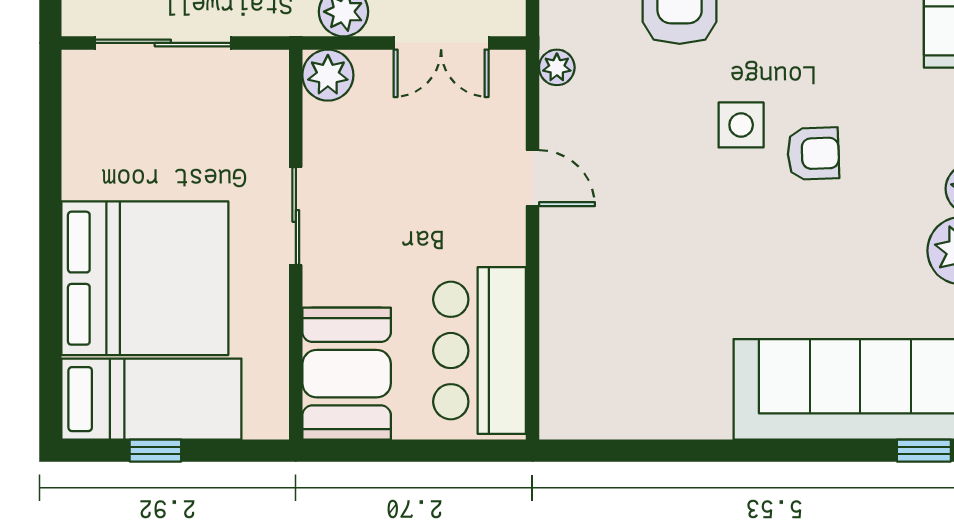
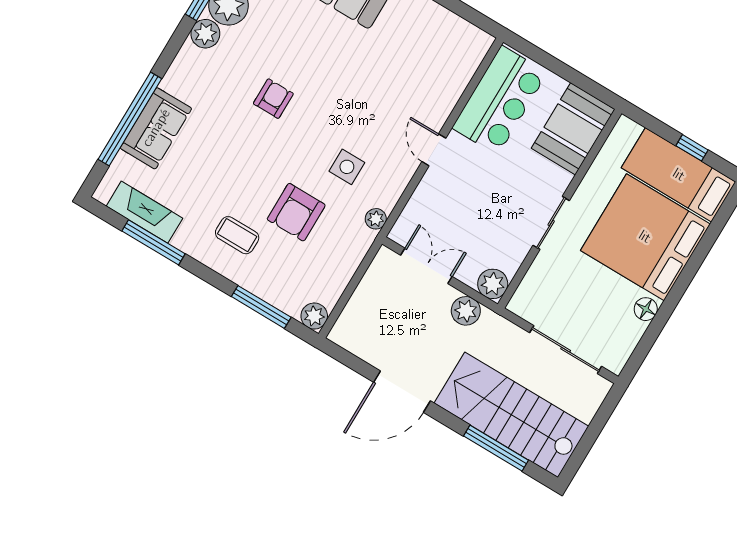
side table: (741, 125) -> (347, 167), moved
armchair: (813, 154) -> (273, 99), turned 92
floor lamp: (81, 173) -> (646, 309), added
door: (532, 178) -> (434, 150), moved

